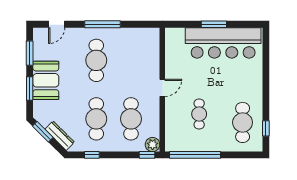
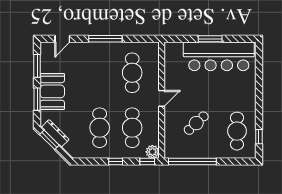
cafe table: (96, 60) -> (132, 73), moved
cafe table: (199, 114) -> (196, 123), turned 47
dresser: (60, 136) -> (55, 133), moved
window: (92, 155) -> (116, 162), moved

